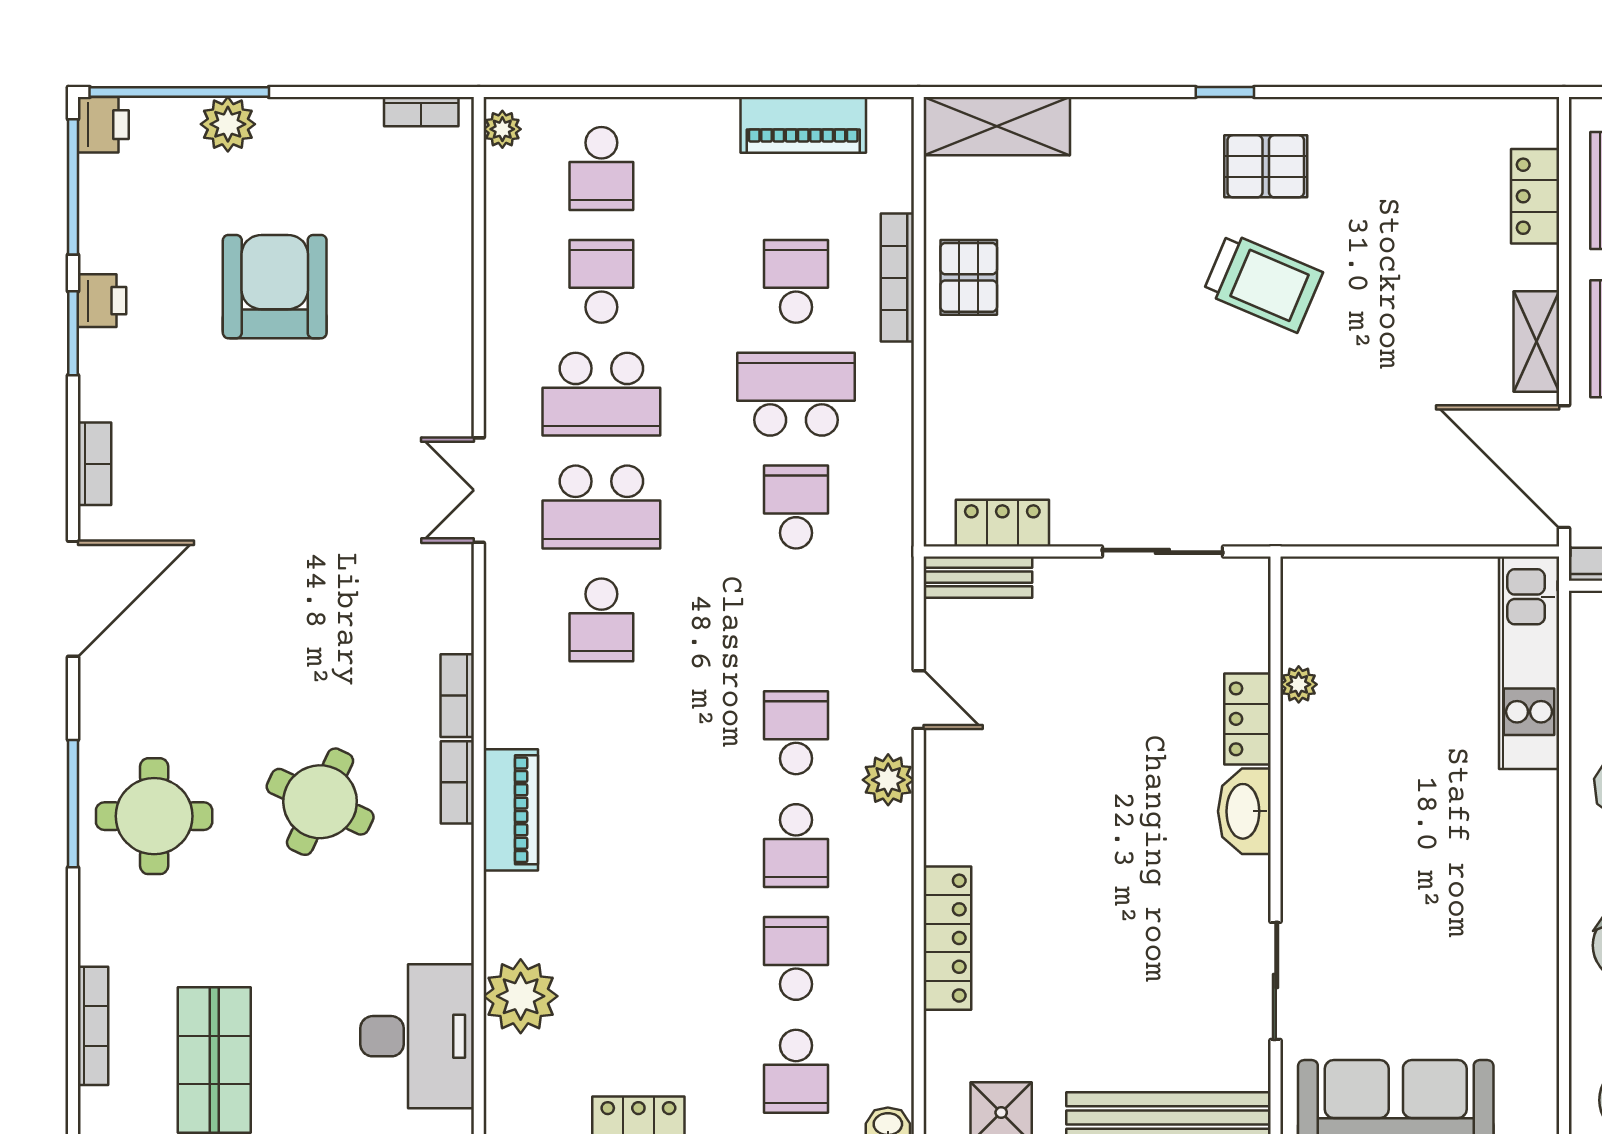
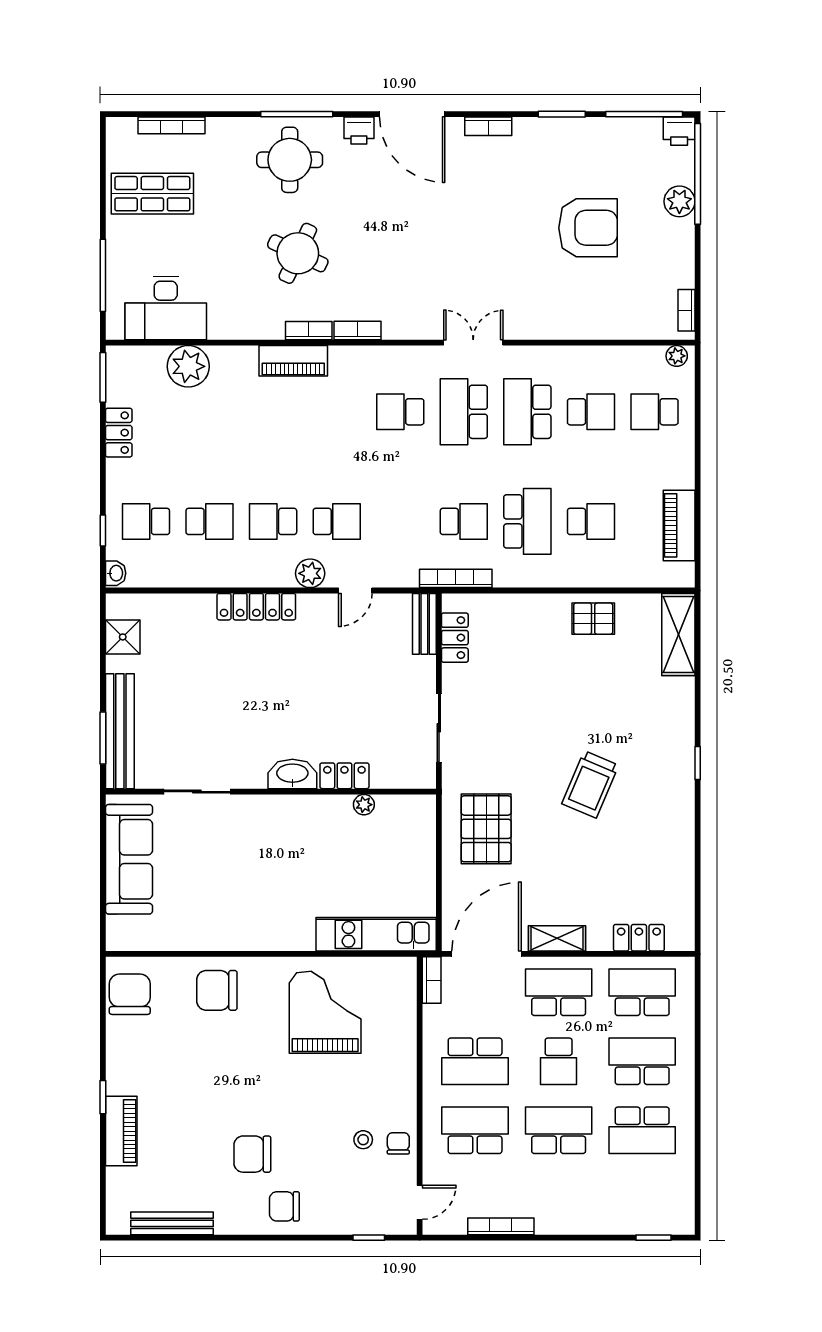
pallet: (1266, 166) -> (486, 829), moved, width x1.50, depth x1.42
bookcase: (897, 278) -> (456, 578), moved
printer: (102, 301) -> (359, 130), moved
locker: (947, 938) -> (256, 607), moved

